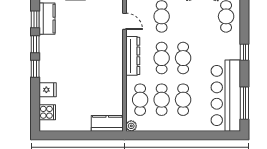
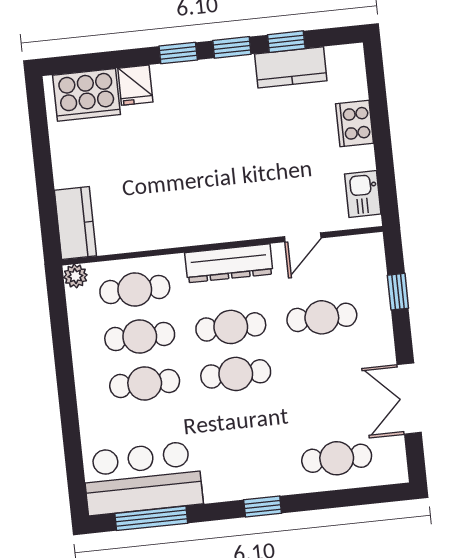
bar counter: (226, 96) -> (143, 478), width x0.73
cooker: (47, 112) -> (86, 95), width x1.87, depth x1.31

